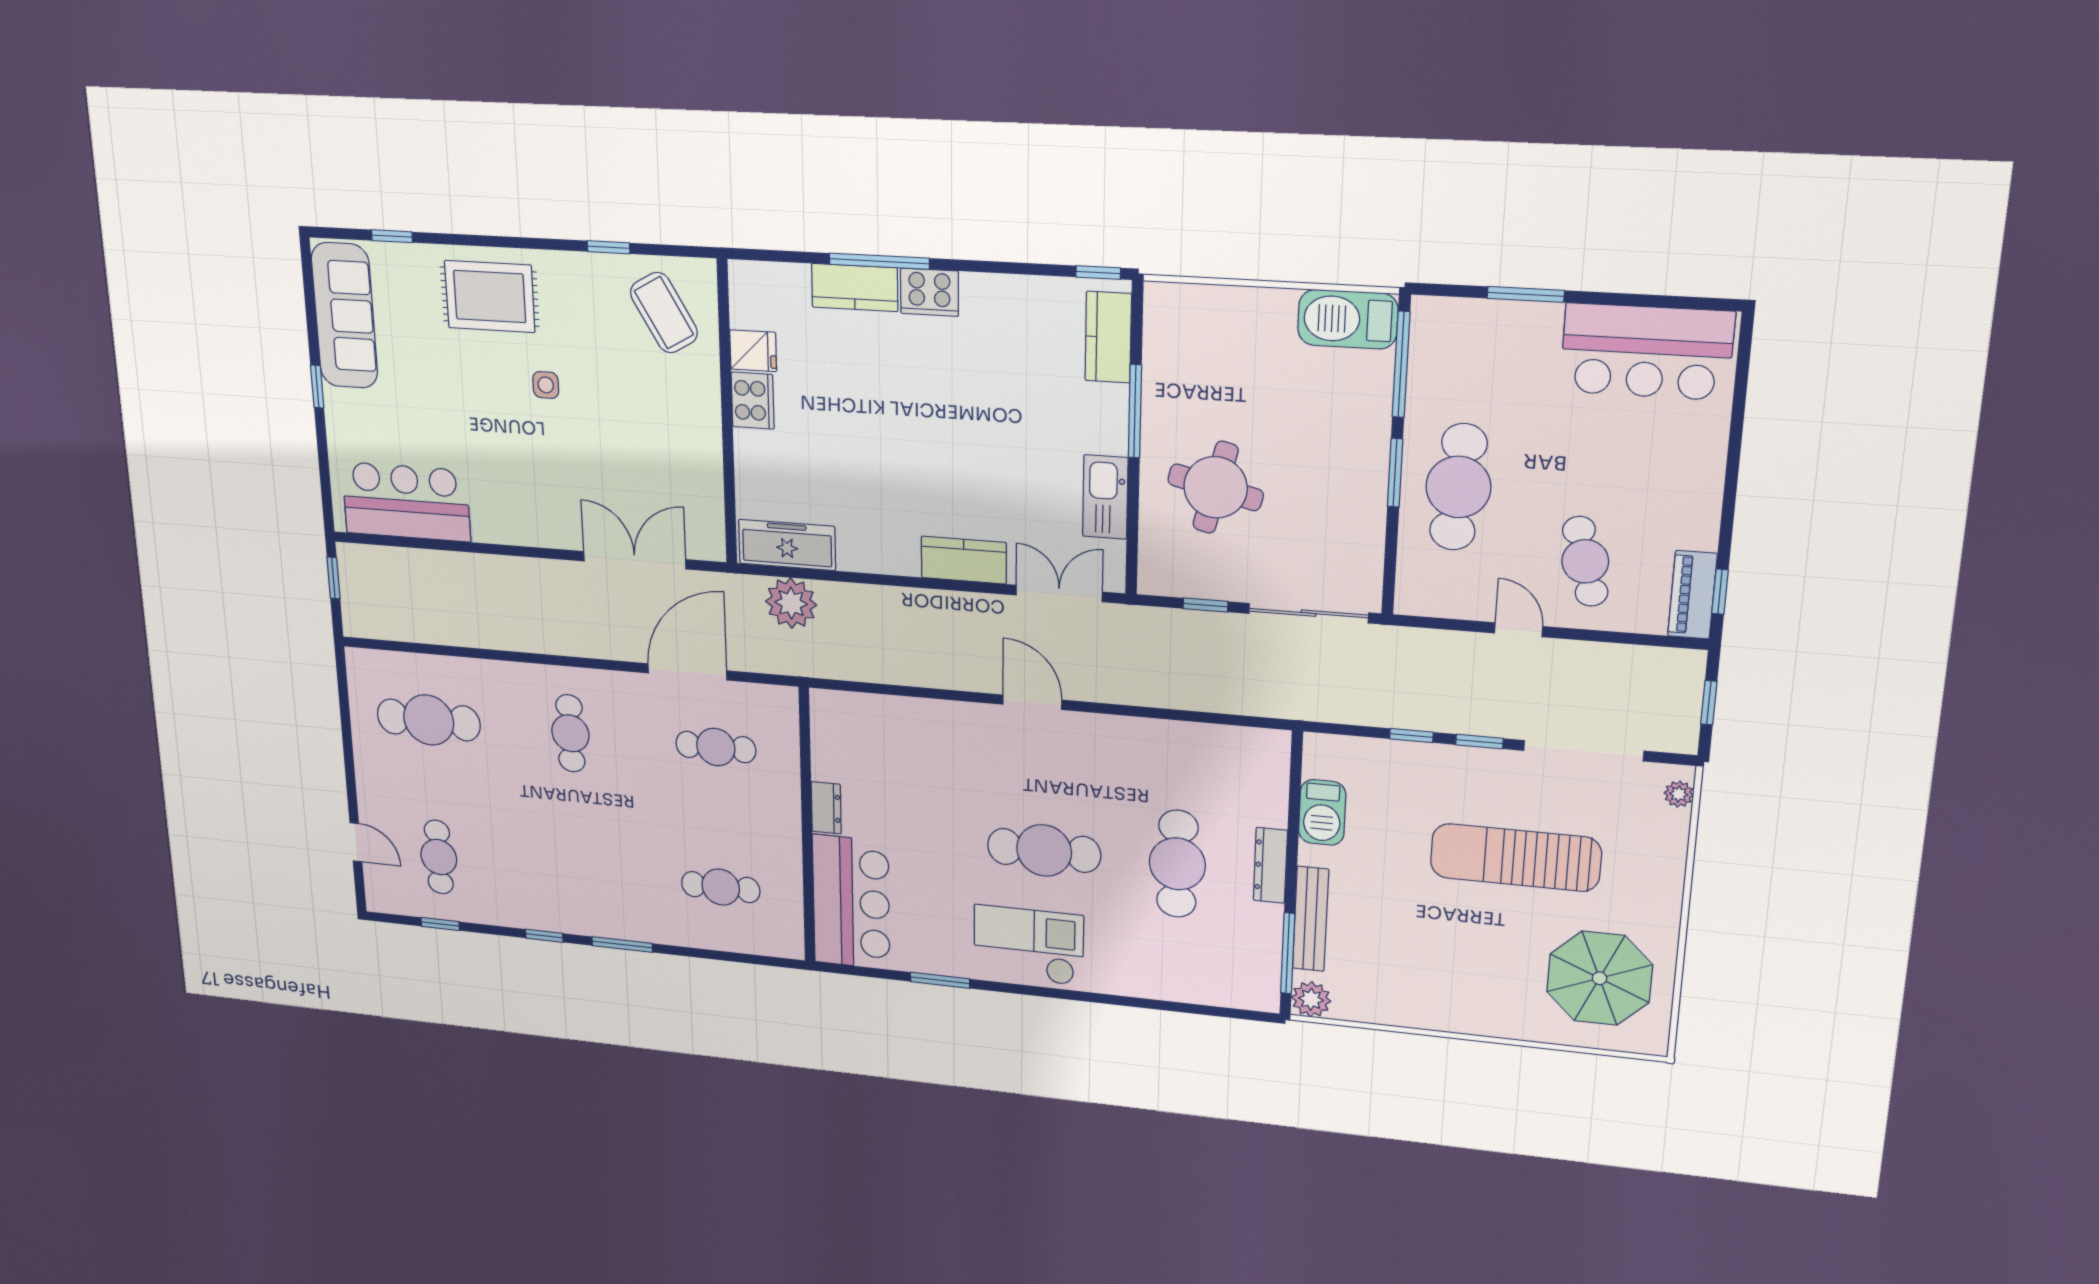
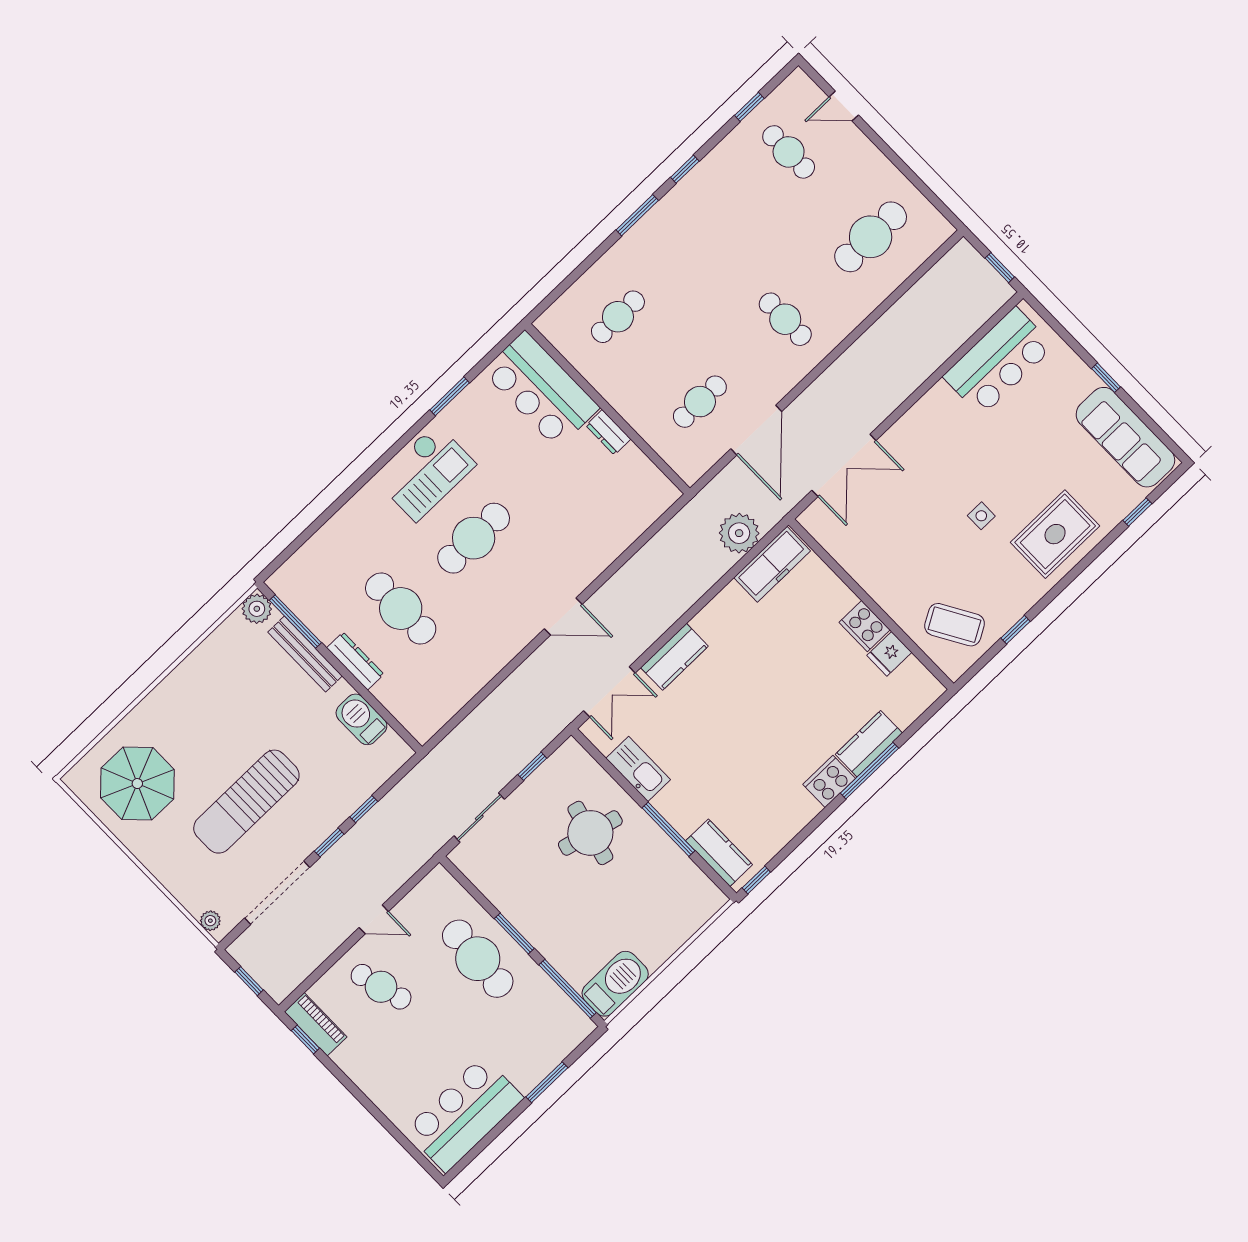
sliding door: (1308, 613) -> (479, 818), width x0.73
sun lounger: (1516, 858) -> (246, 802), turned 180

